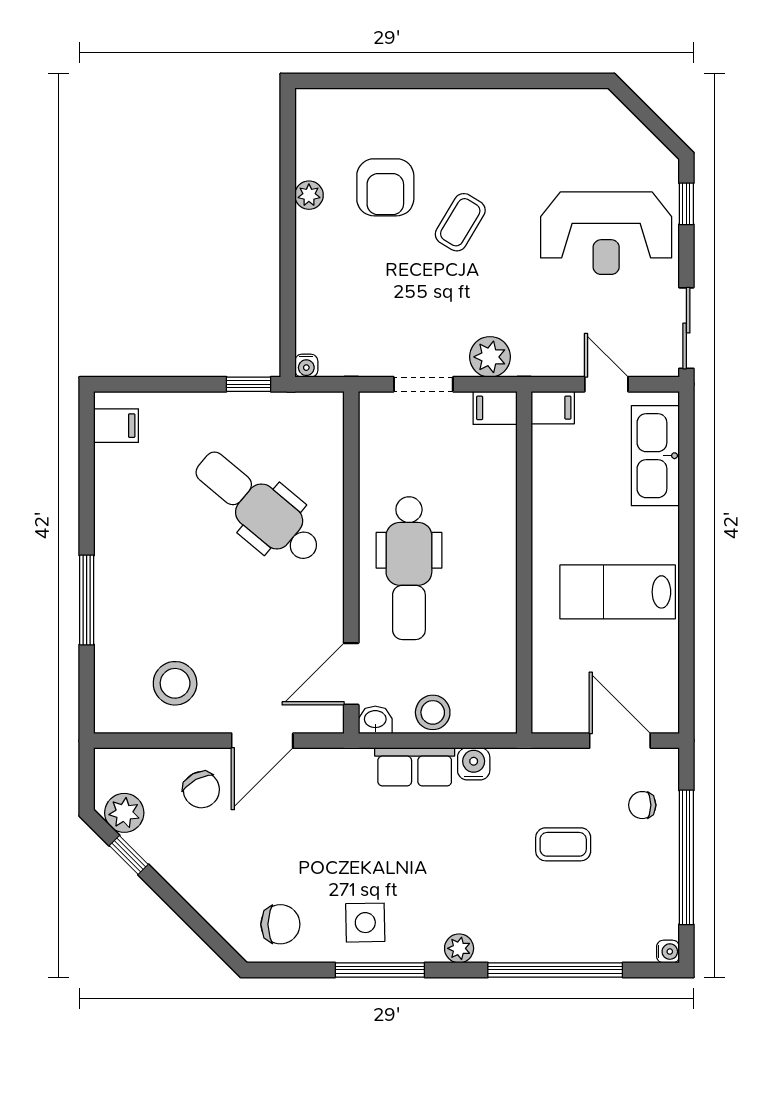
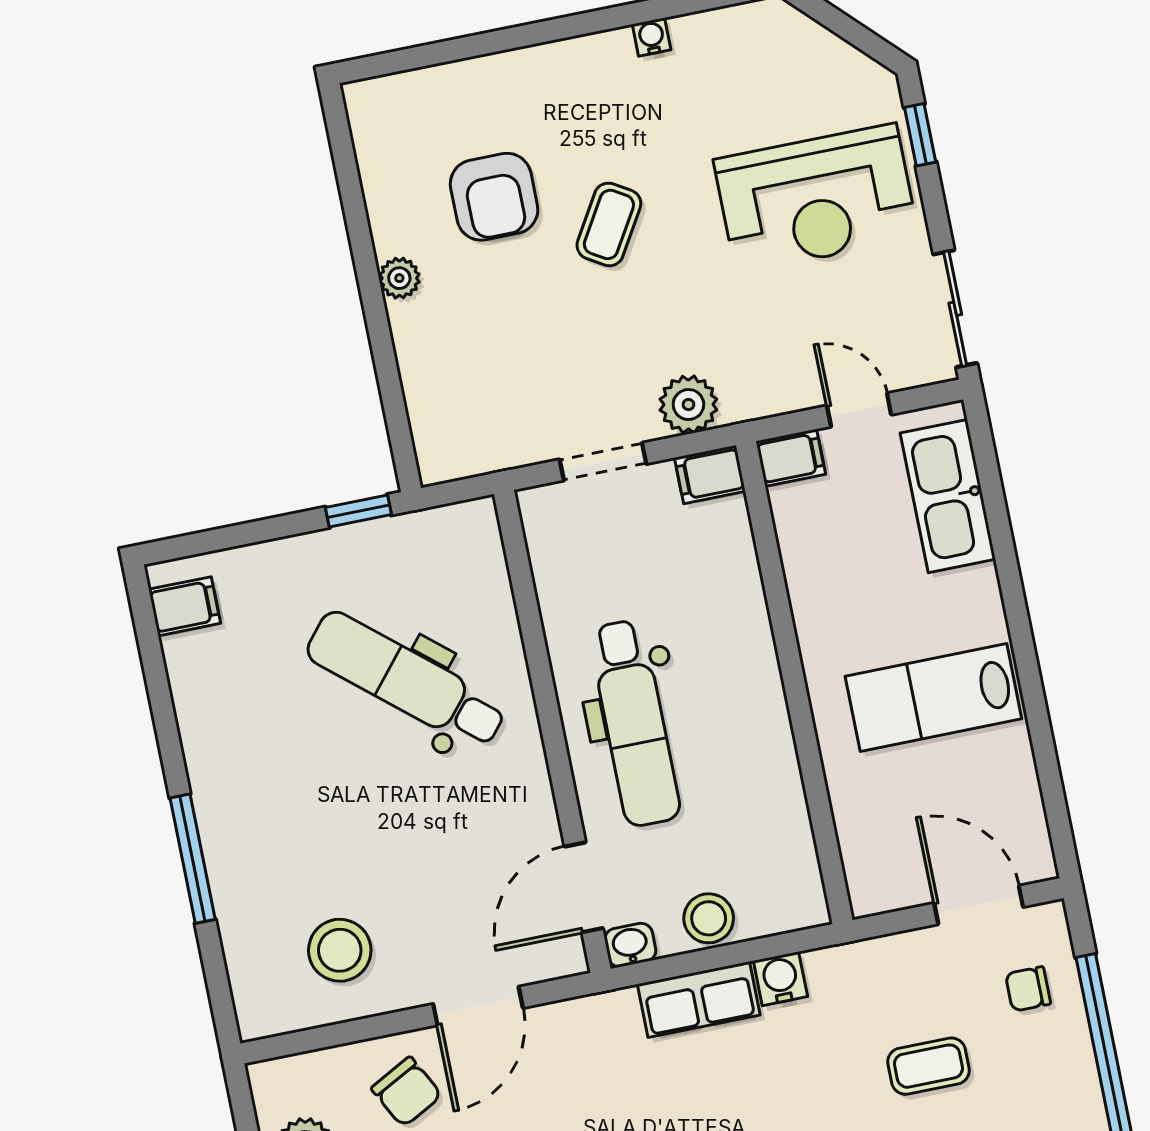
plant: (309, 195) -> (399, 278), moved
water cooler: (306, 366) -> (652, 37), moved, turned 180

